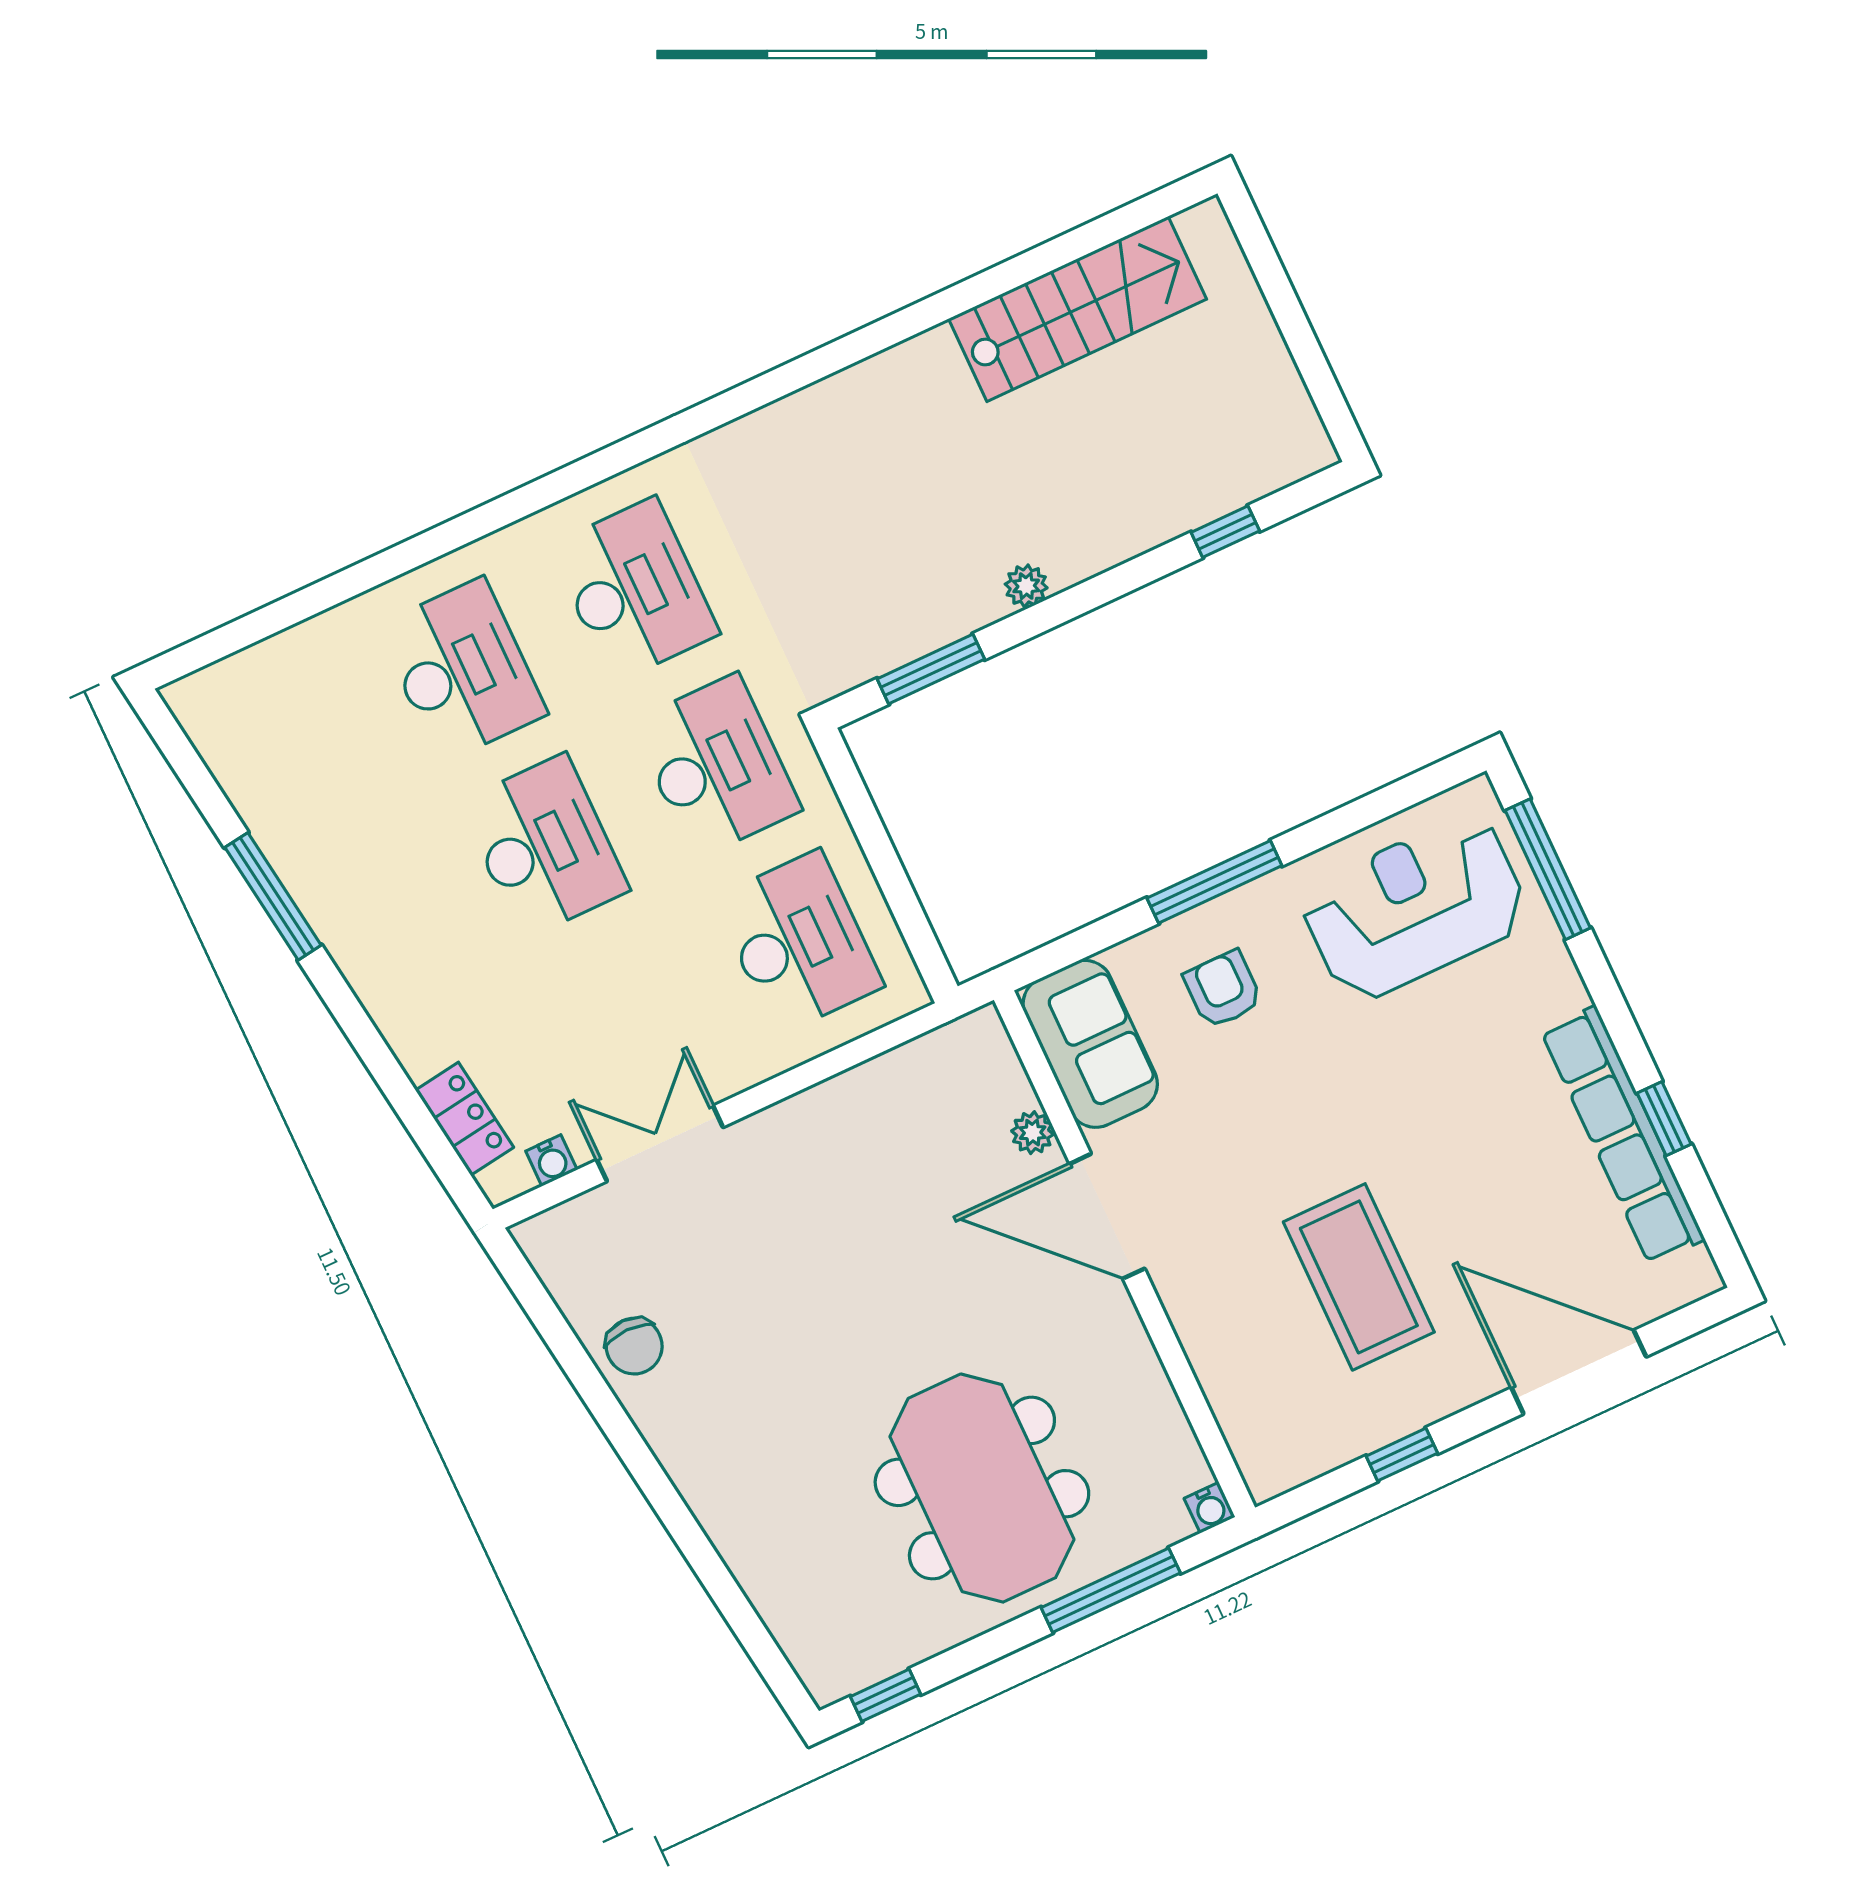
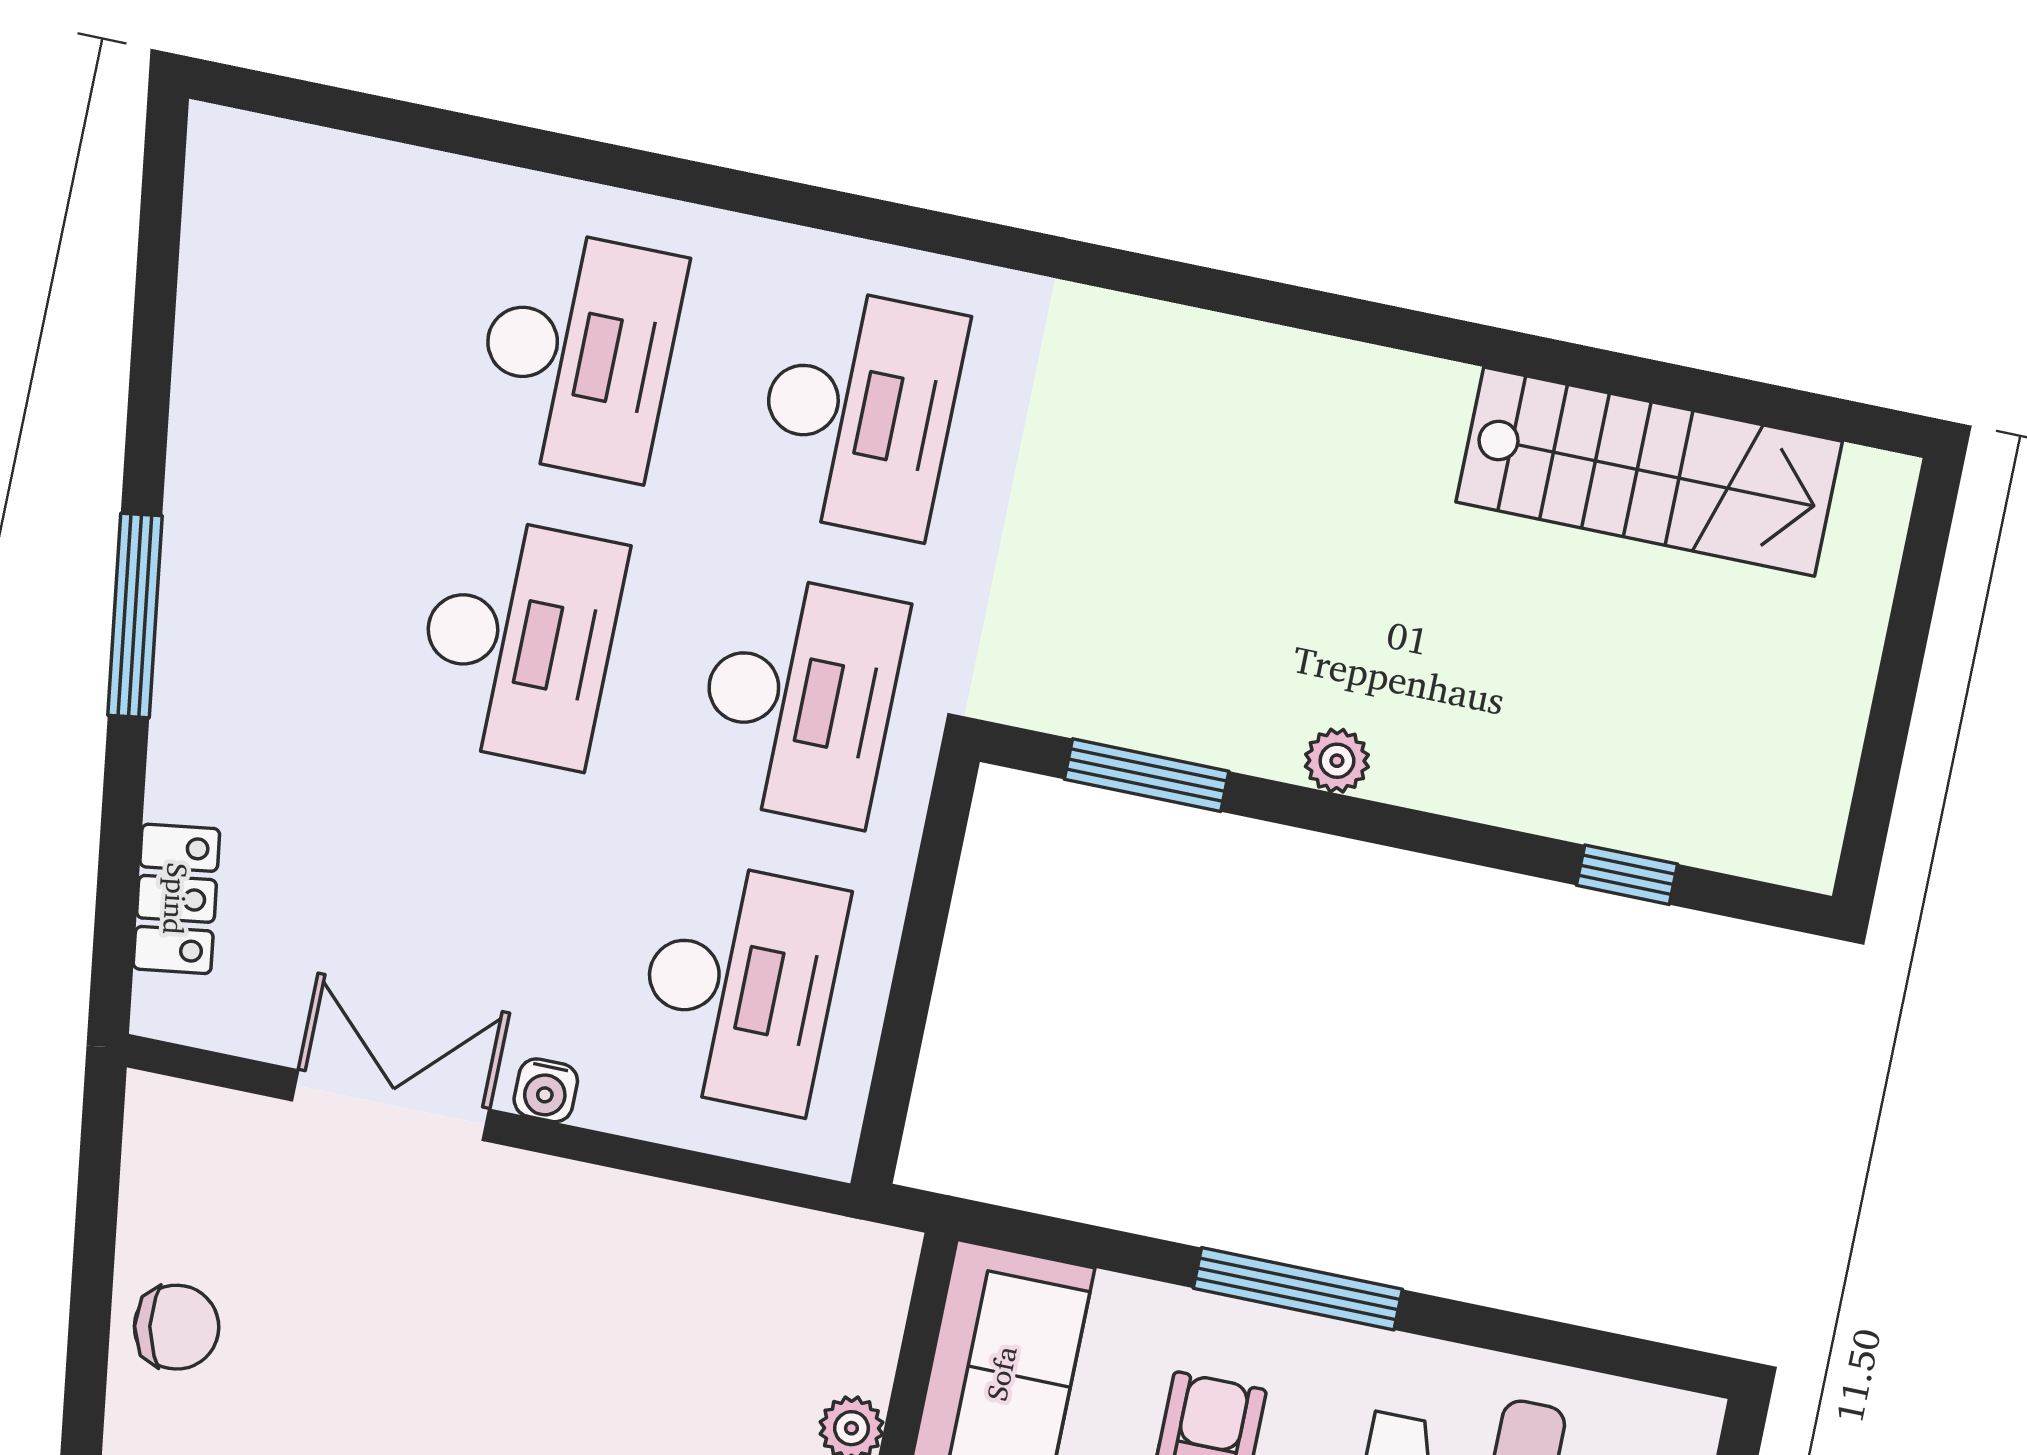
window: (273, 896) -> (135, 616), moved
water cooler: (551, 1160) -> (546, 1090), moved
chair: (634, 1346) -> (177, 1327), turned -100

